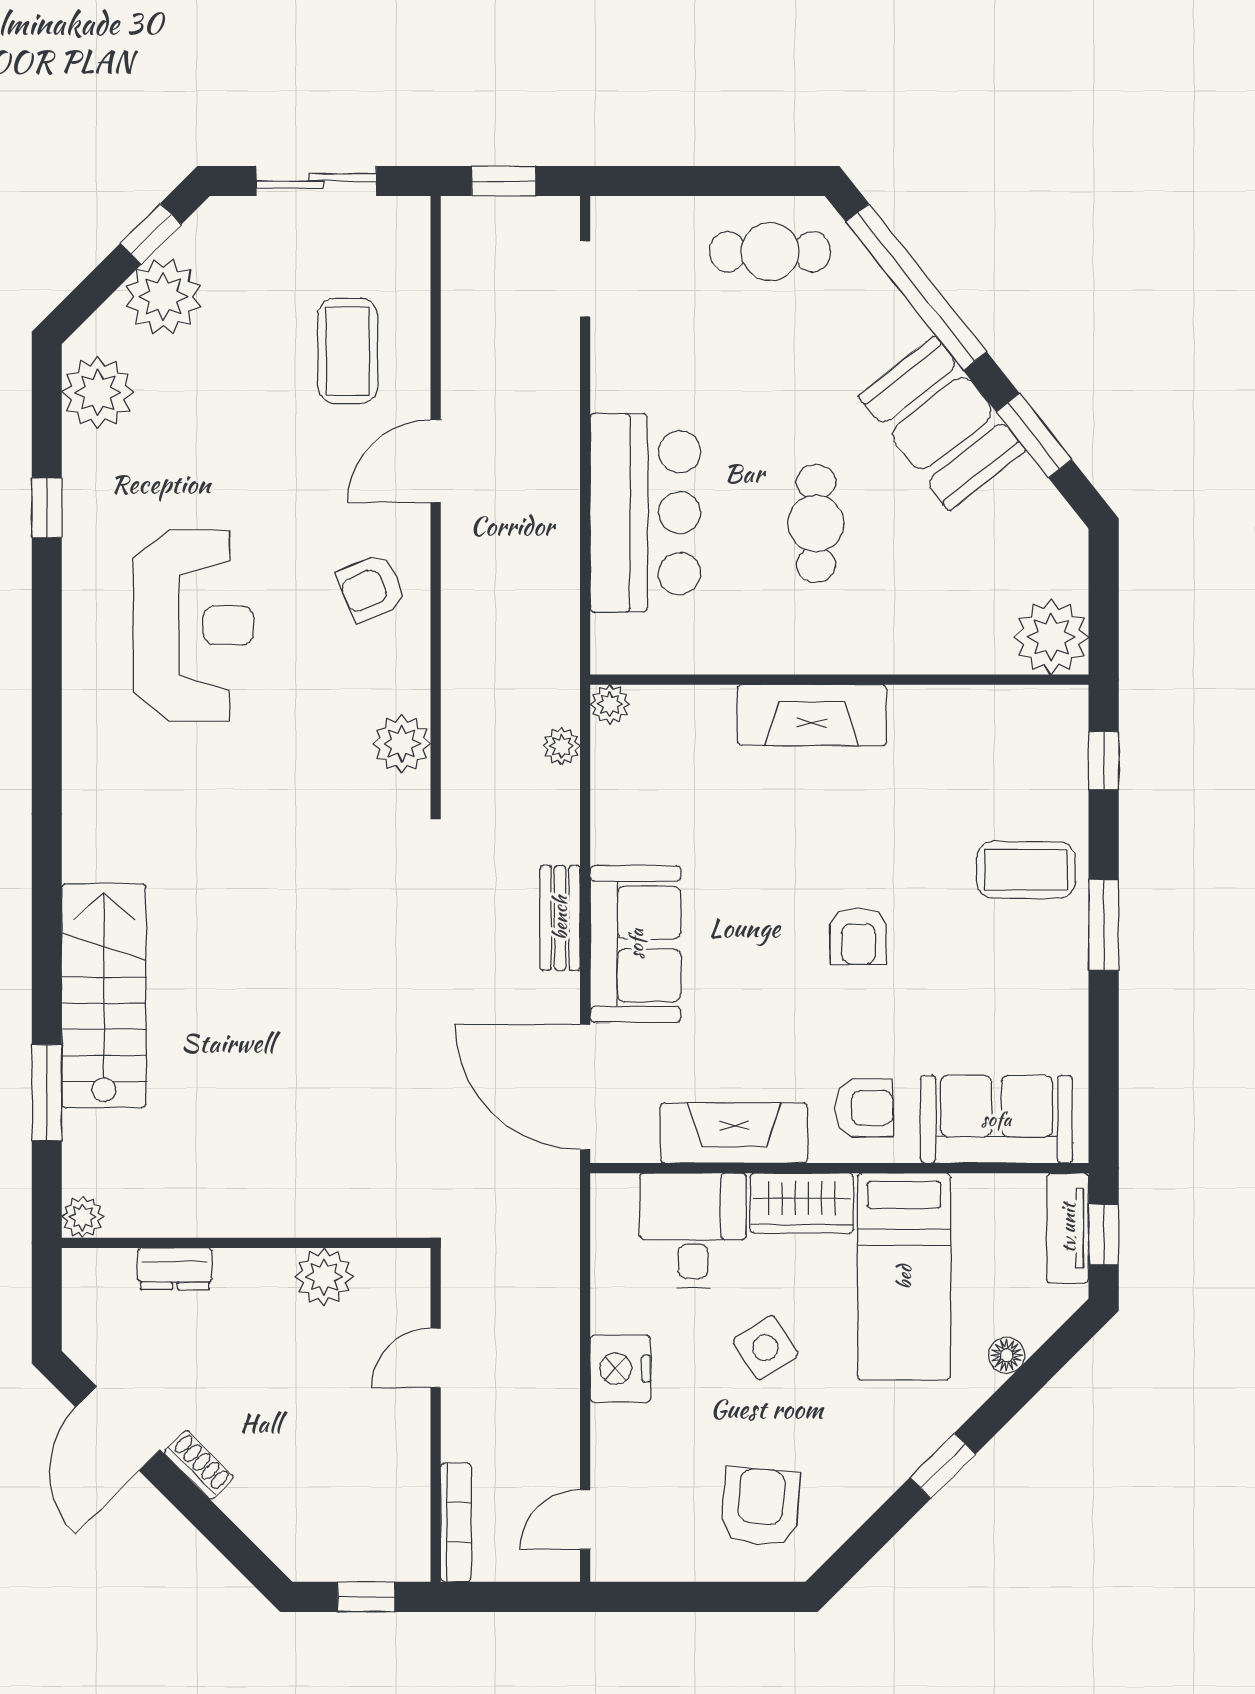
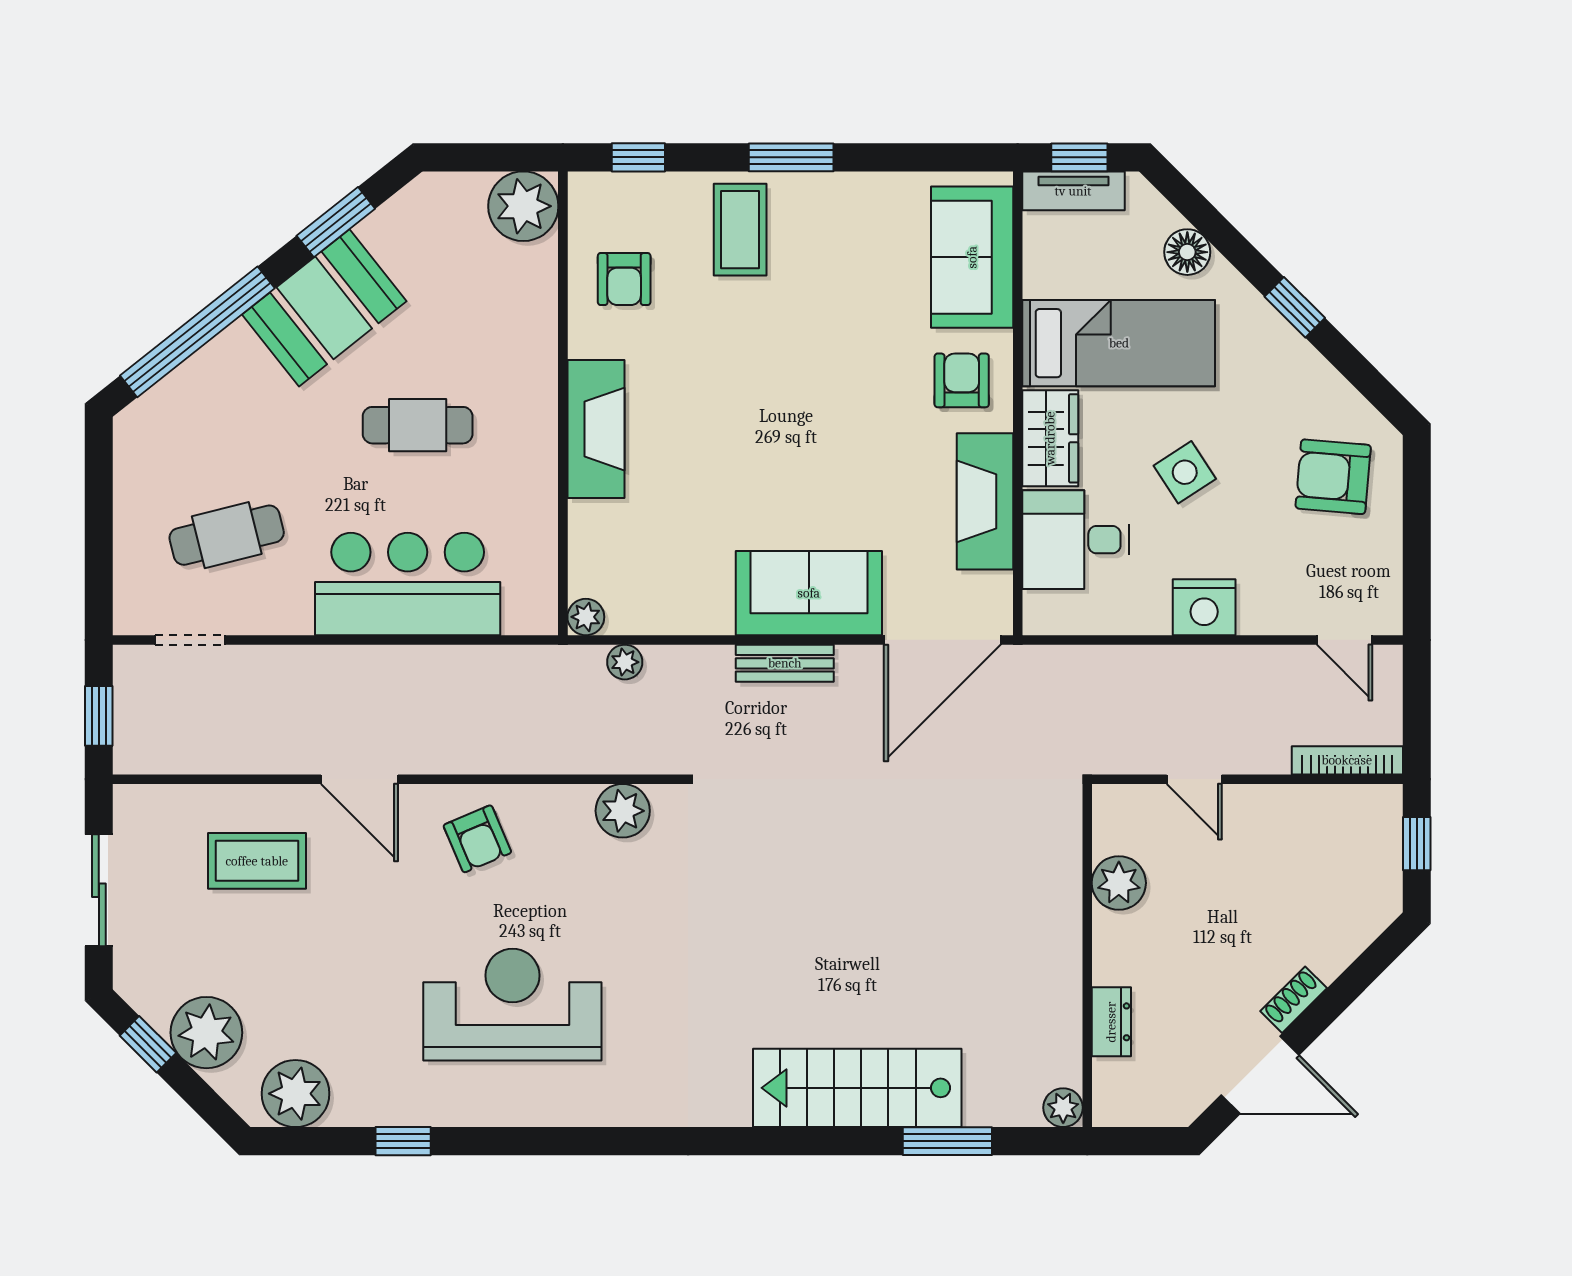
cafe table: (770, 252) -> (227, 535), moved, turned 76
armchair: (859, 936) -> (624, 279), moved, turned 90
floor lamp: (1007, 1355) -> (1187, 252), width x1.37, depth x1.37

